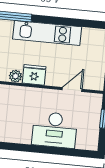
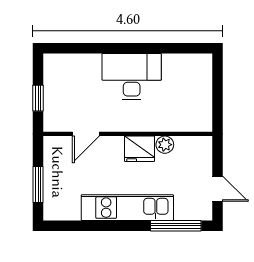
desk: (55, 130) -> (132, 77), moved

